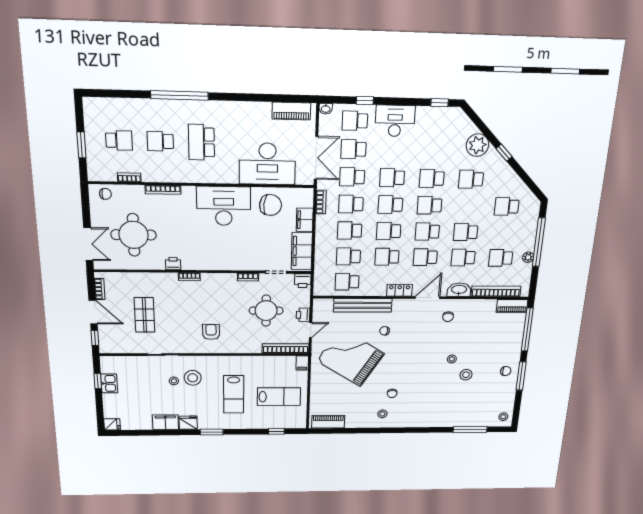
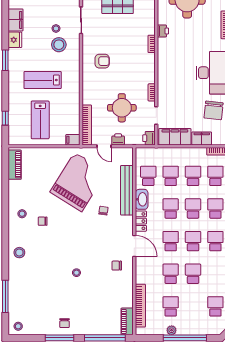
washbasin: (459, 290) -> (142, 199), moved
stool: (466, 375) -> (19, 253), moved

